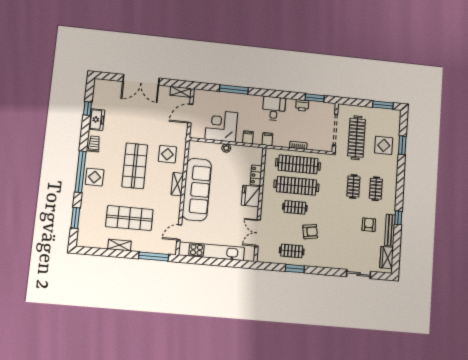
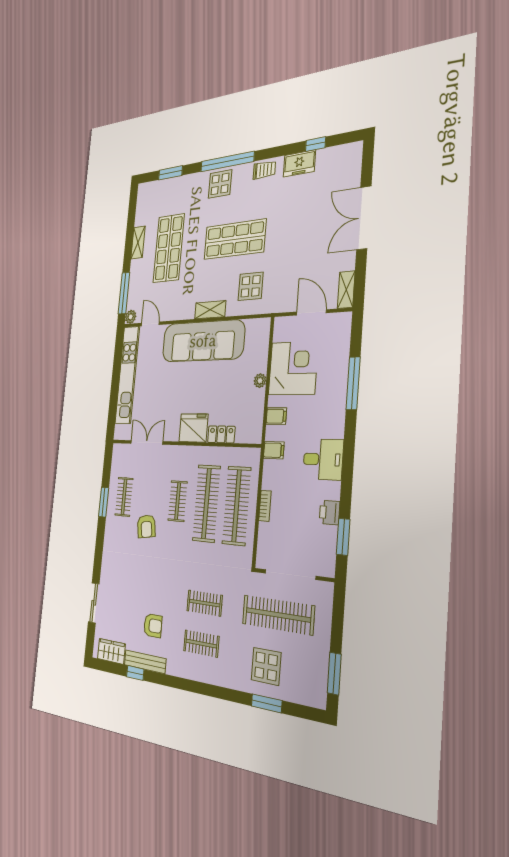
window: (398, 218) -> (135, 673), moved
plant: (172, 250) -> (131, 317), added

